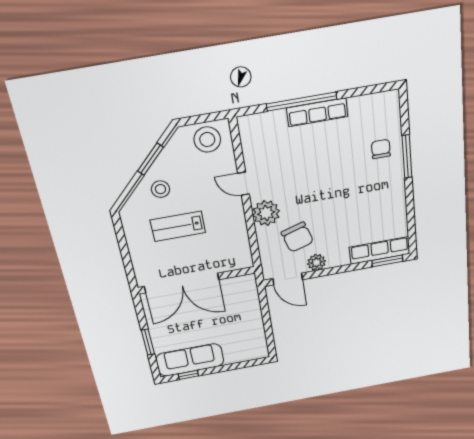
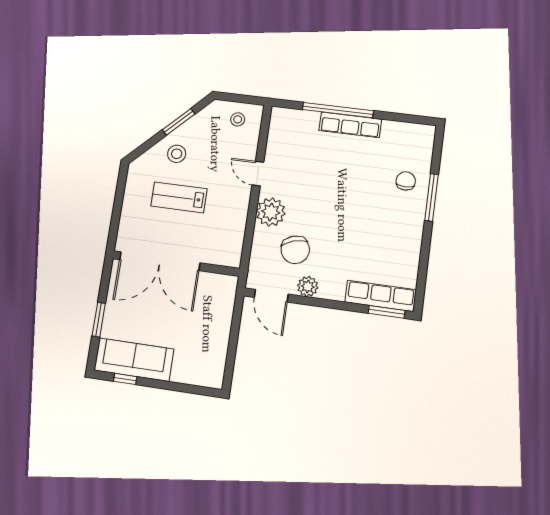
stool: (207, 140) -> (238, 119), width x0.53, depth x0.53

